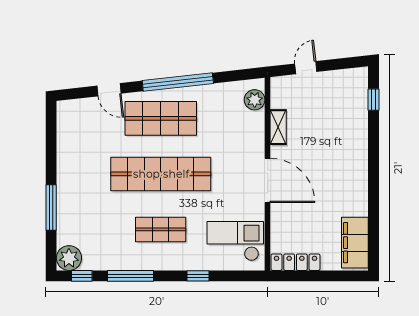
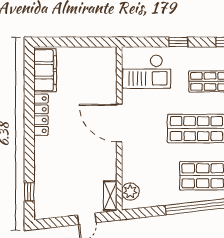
shelving: (278, 127) -> (110, 196), moved
locker: (296, 262) -> (41, 115), moved, turned -90

